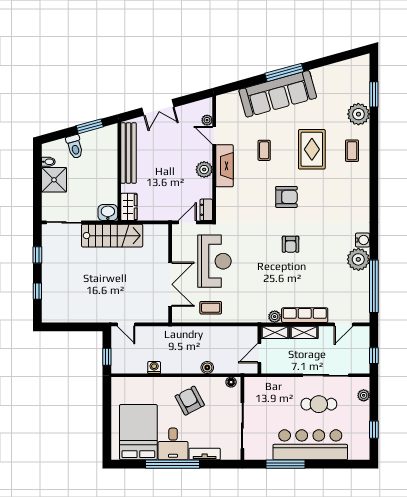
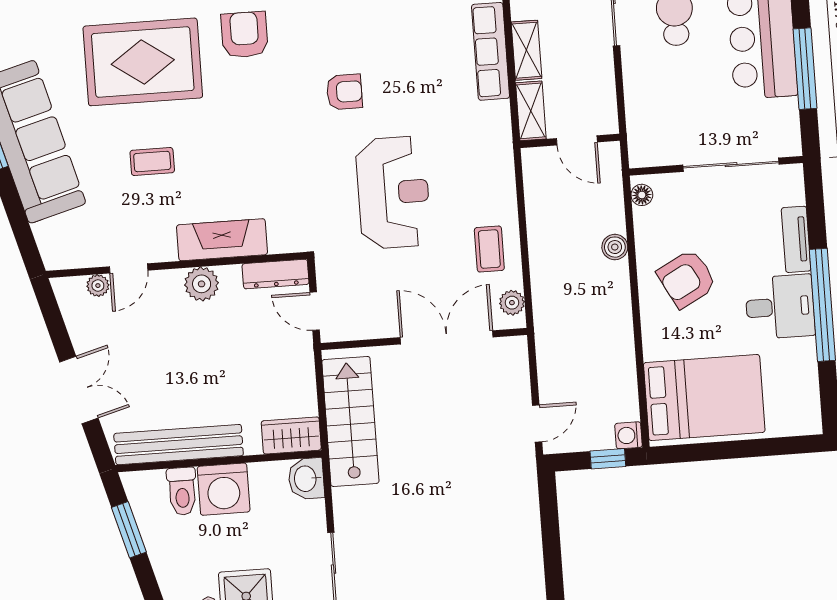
toilet: (75, 147) -> (182, 491), moved, turned 105
rug: (312, 149) -> (143, 62), width x1.37, depth x1.44
fireplace: (224, 166) -> (222, 240), moved
washing machine: (106, 173) -> (224, 489), added
armchair: (286, 197) -> (245, 35), moved
dresser: (206, 210) -> (276, 274), width x1.44
stairs: (112, 236) -> (350, 421), moved
reception desk: (215, 261) -> (393, 192), moved, turned 90
plant: (275, 317) -> (512, 303), moved
washing machine: (154, 367) -> (629, 435), moved
bed: (138, 432) -> (704, 398), moved, turned 180

